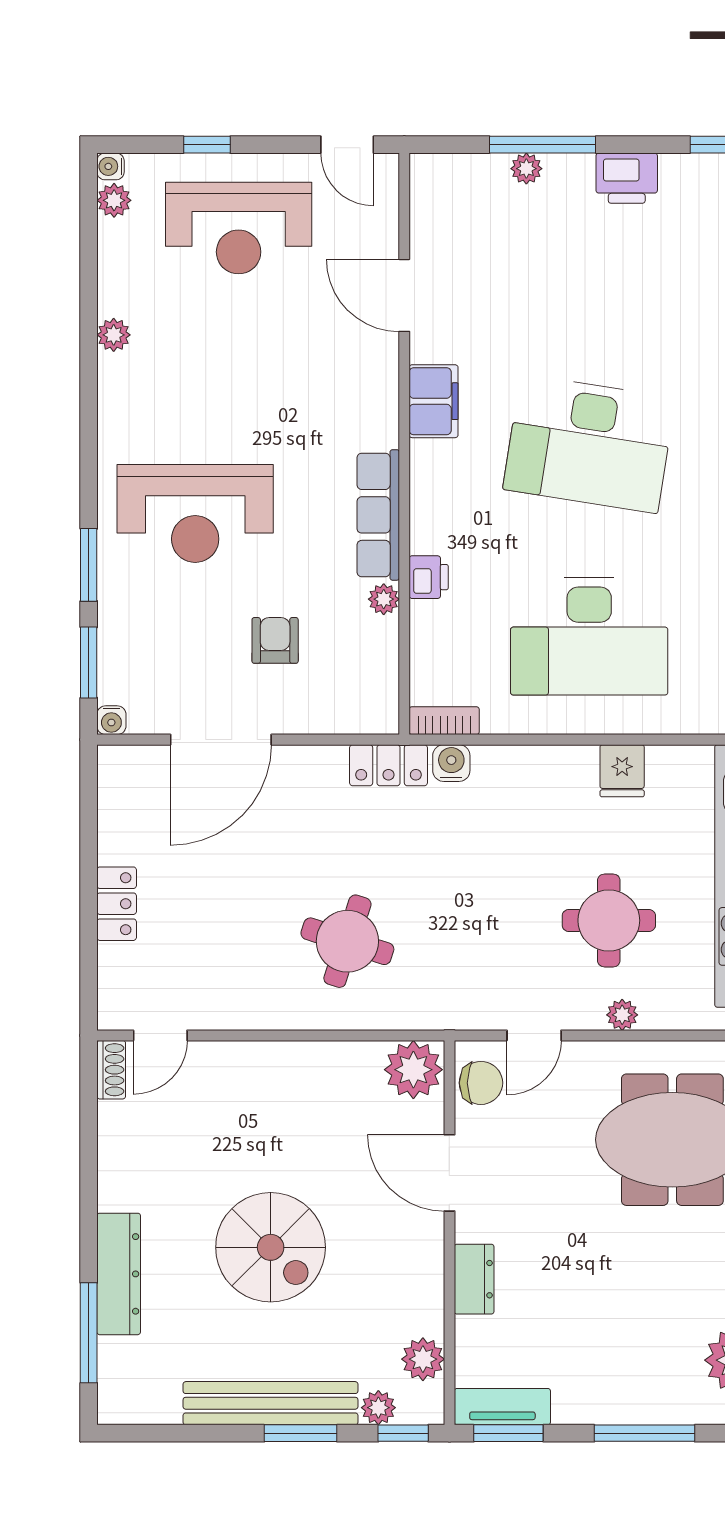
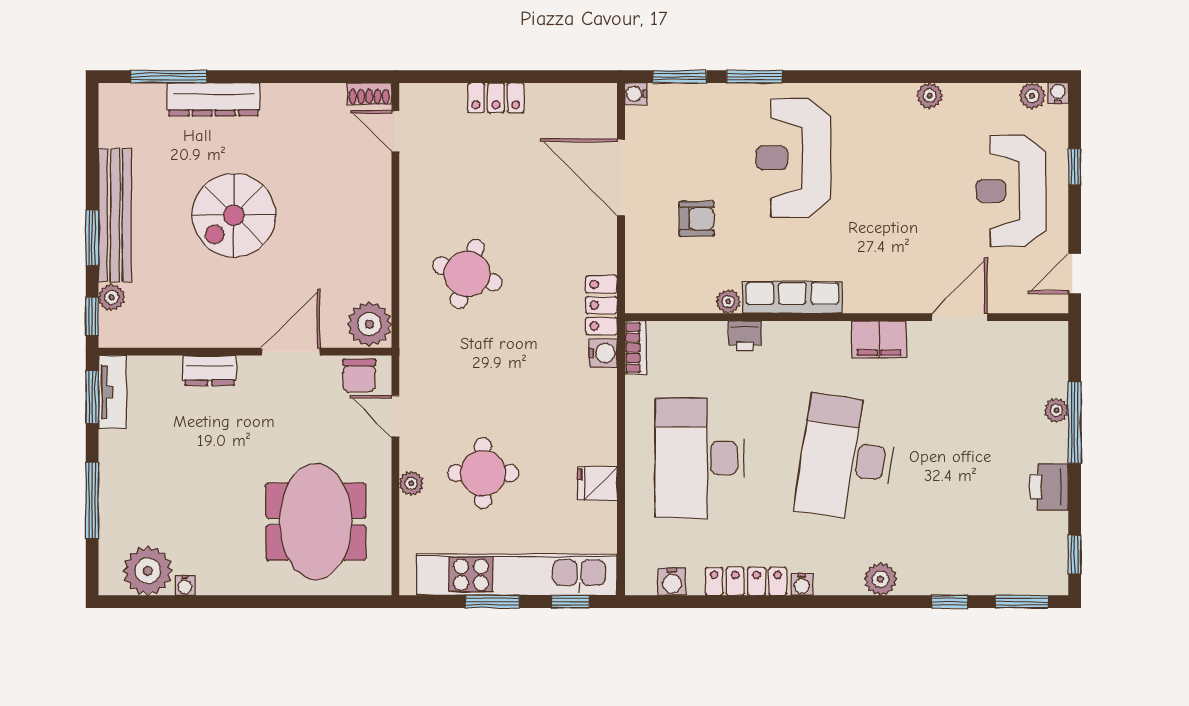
plant: (423, 1359) -> (149, 331), removed

